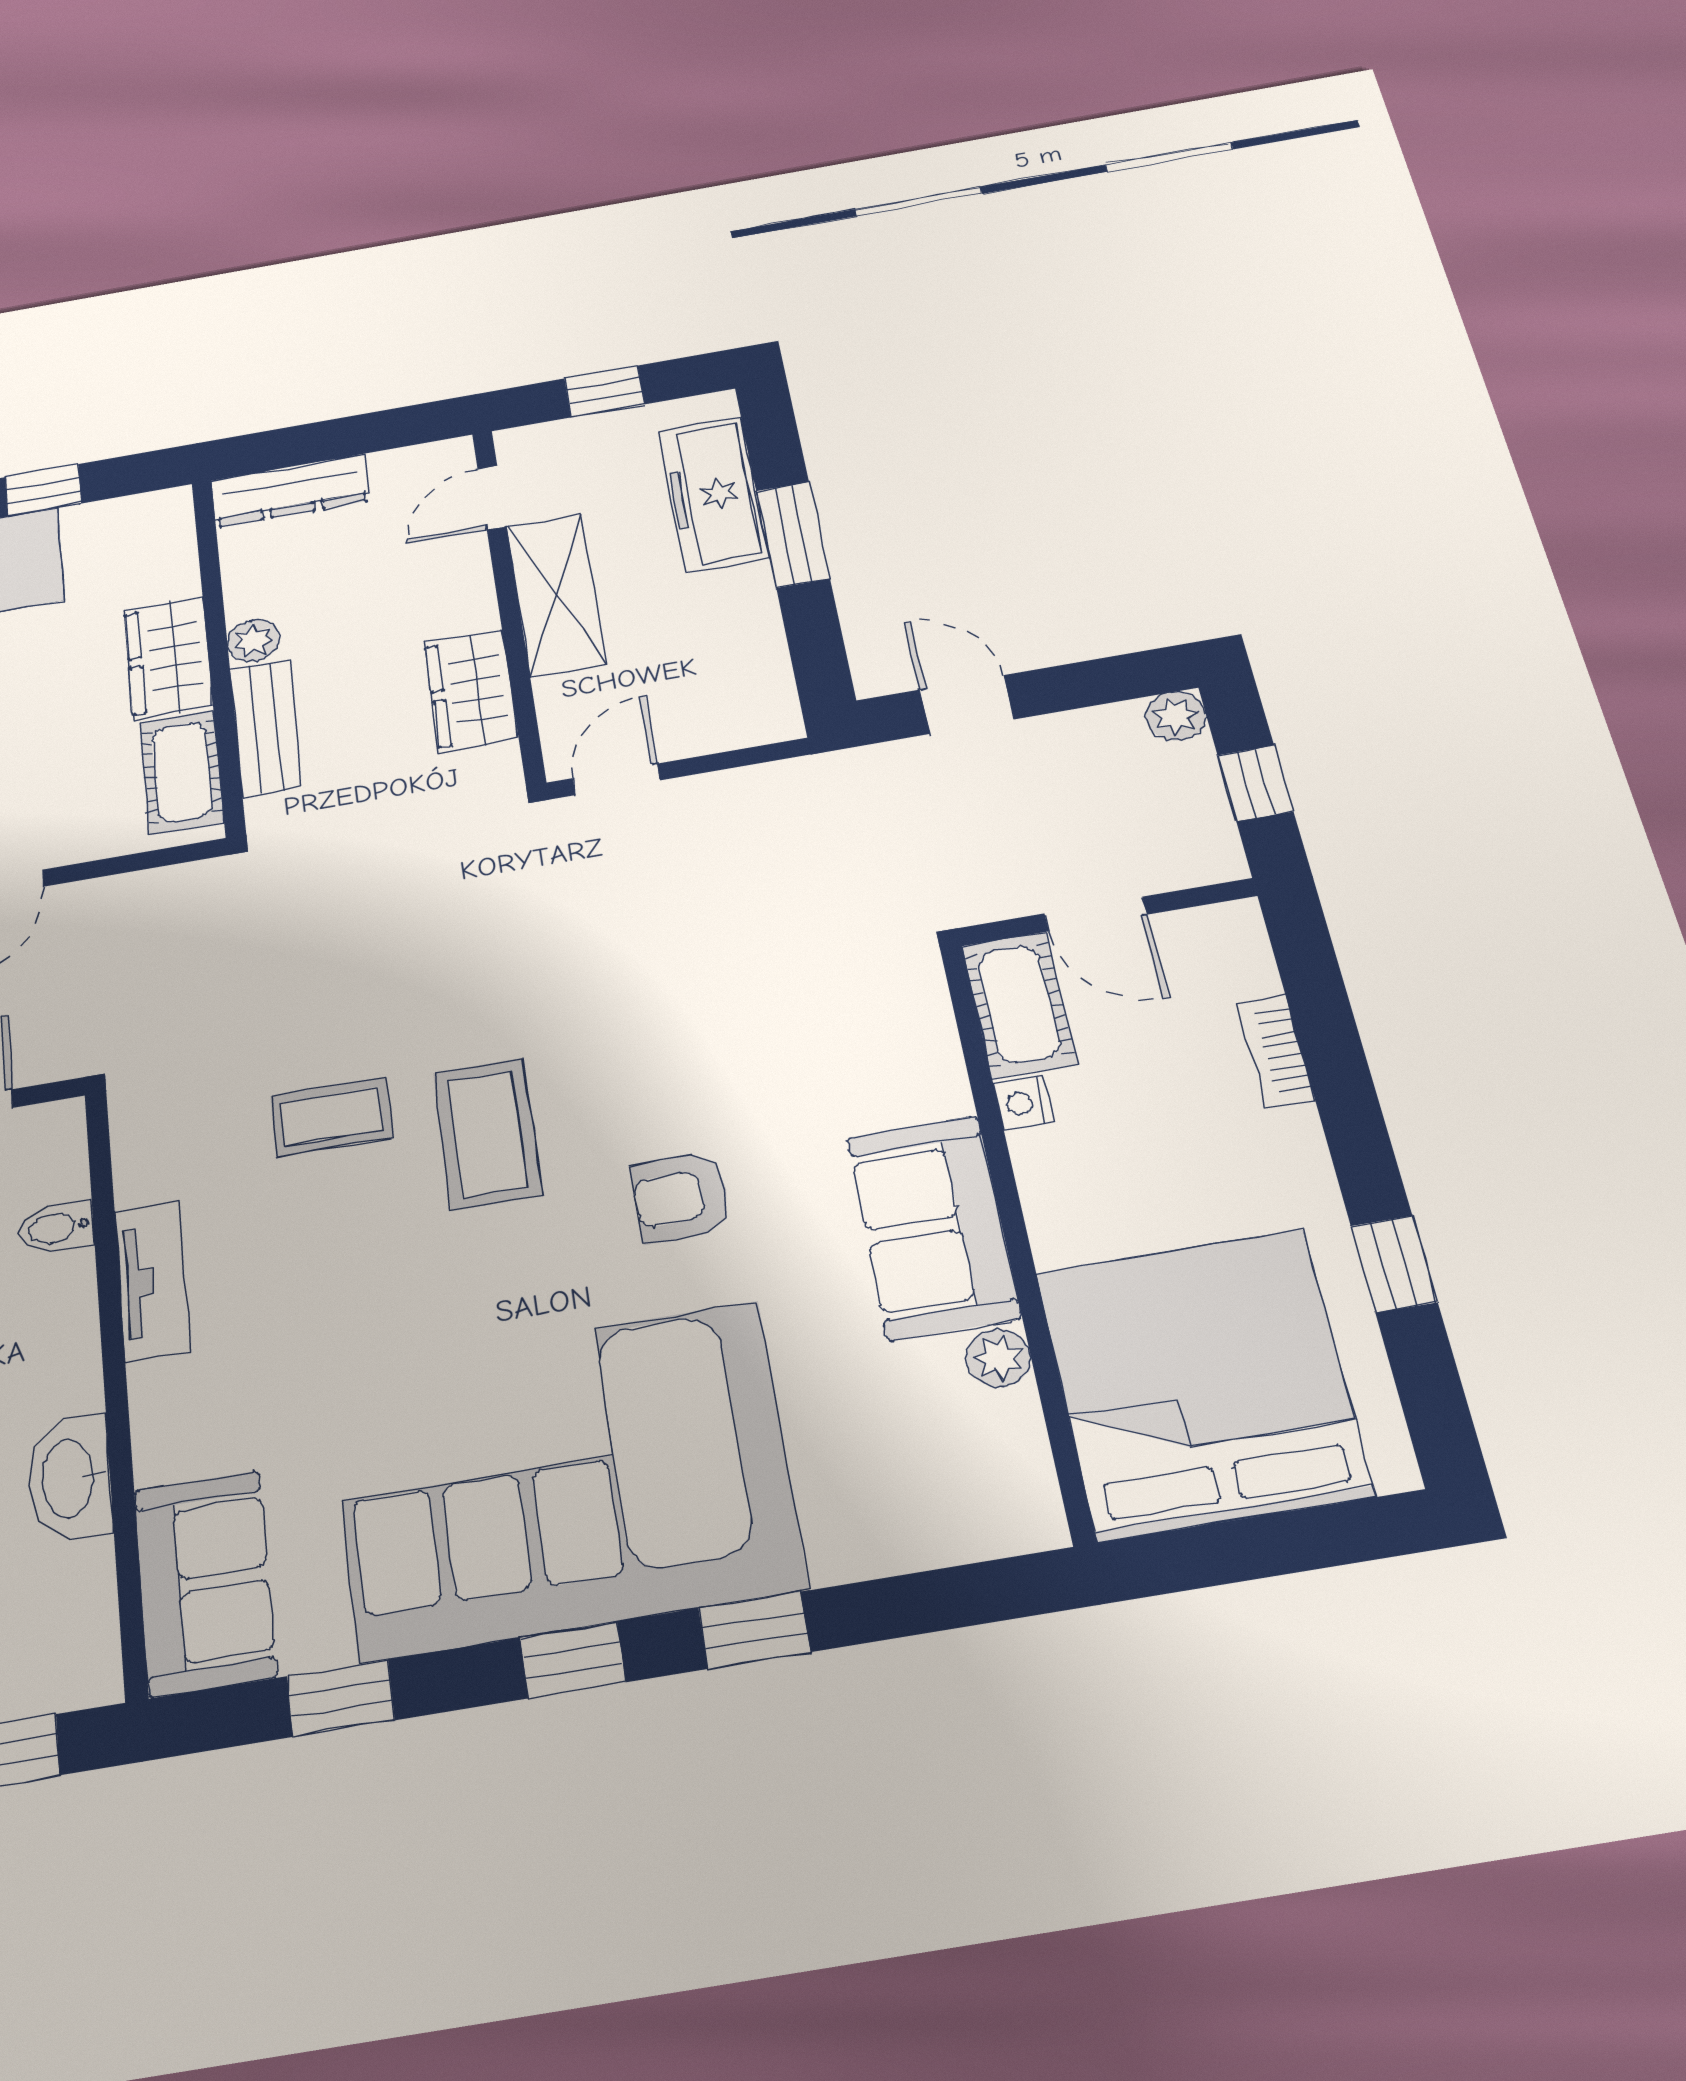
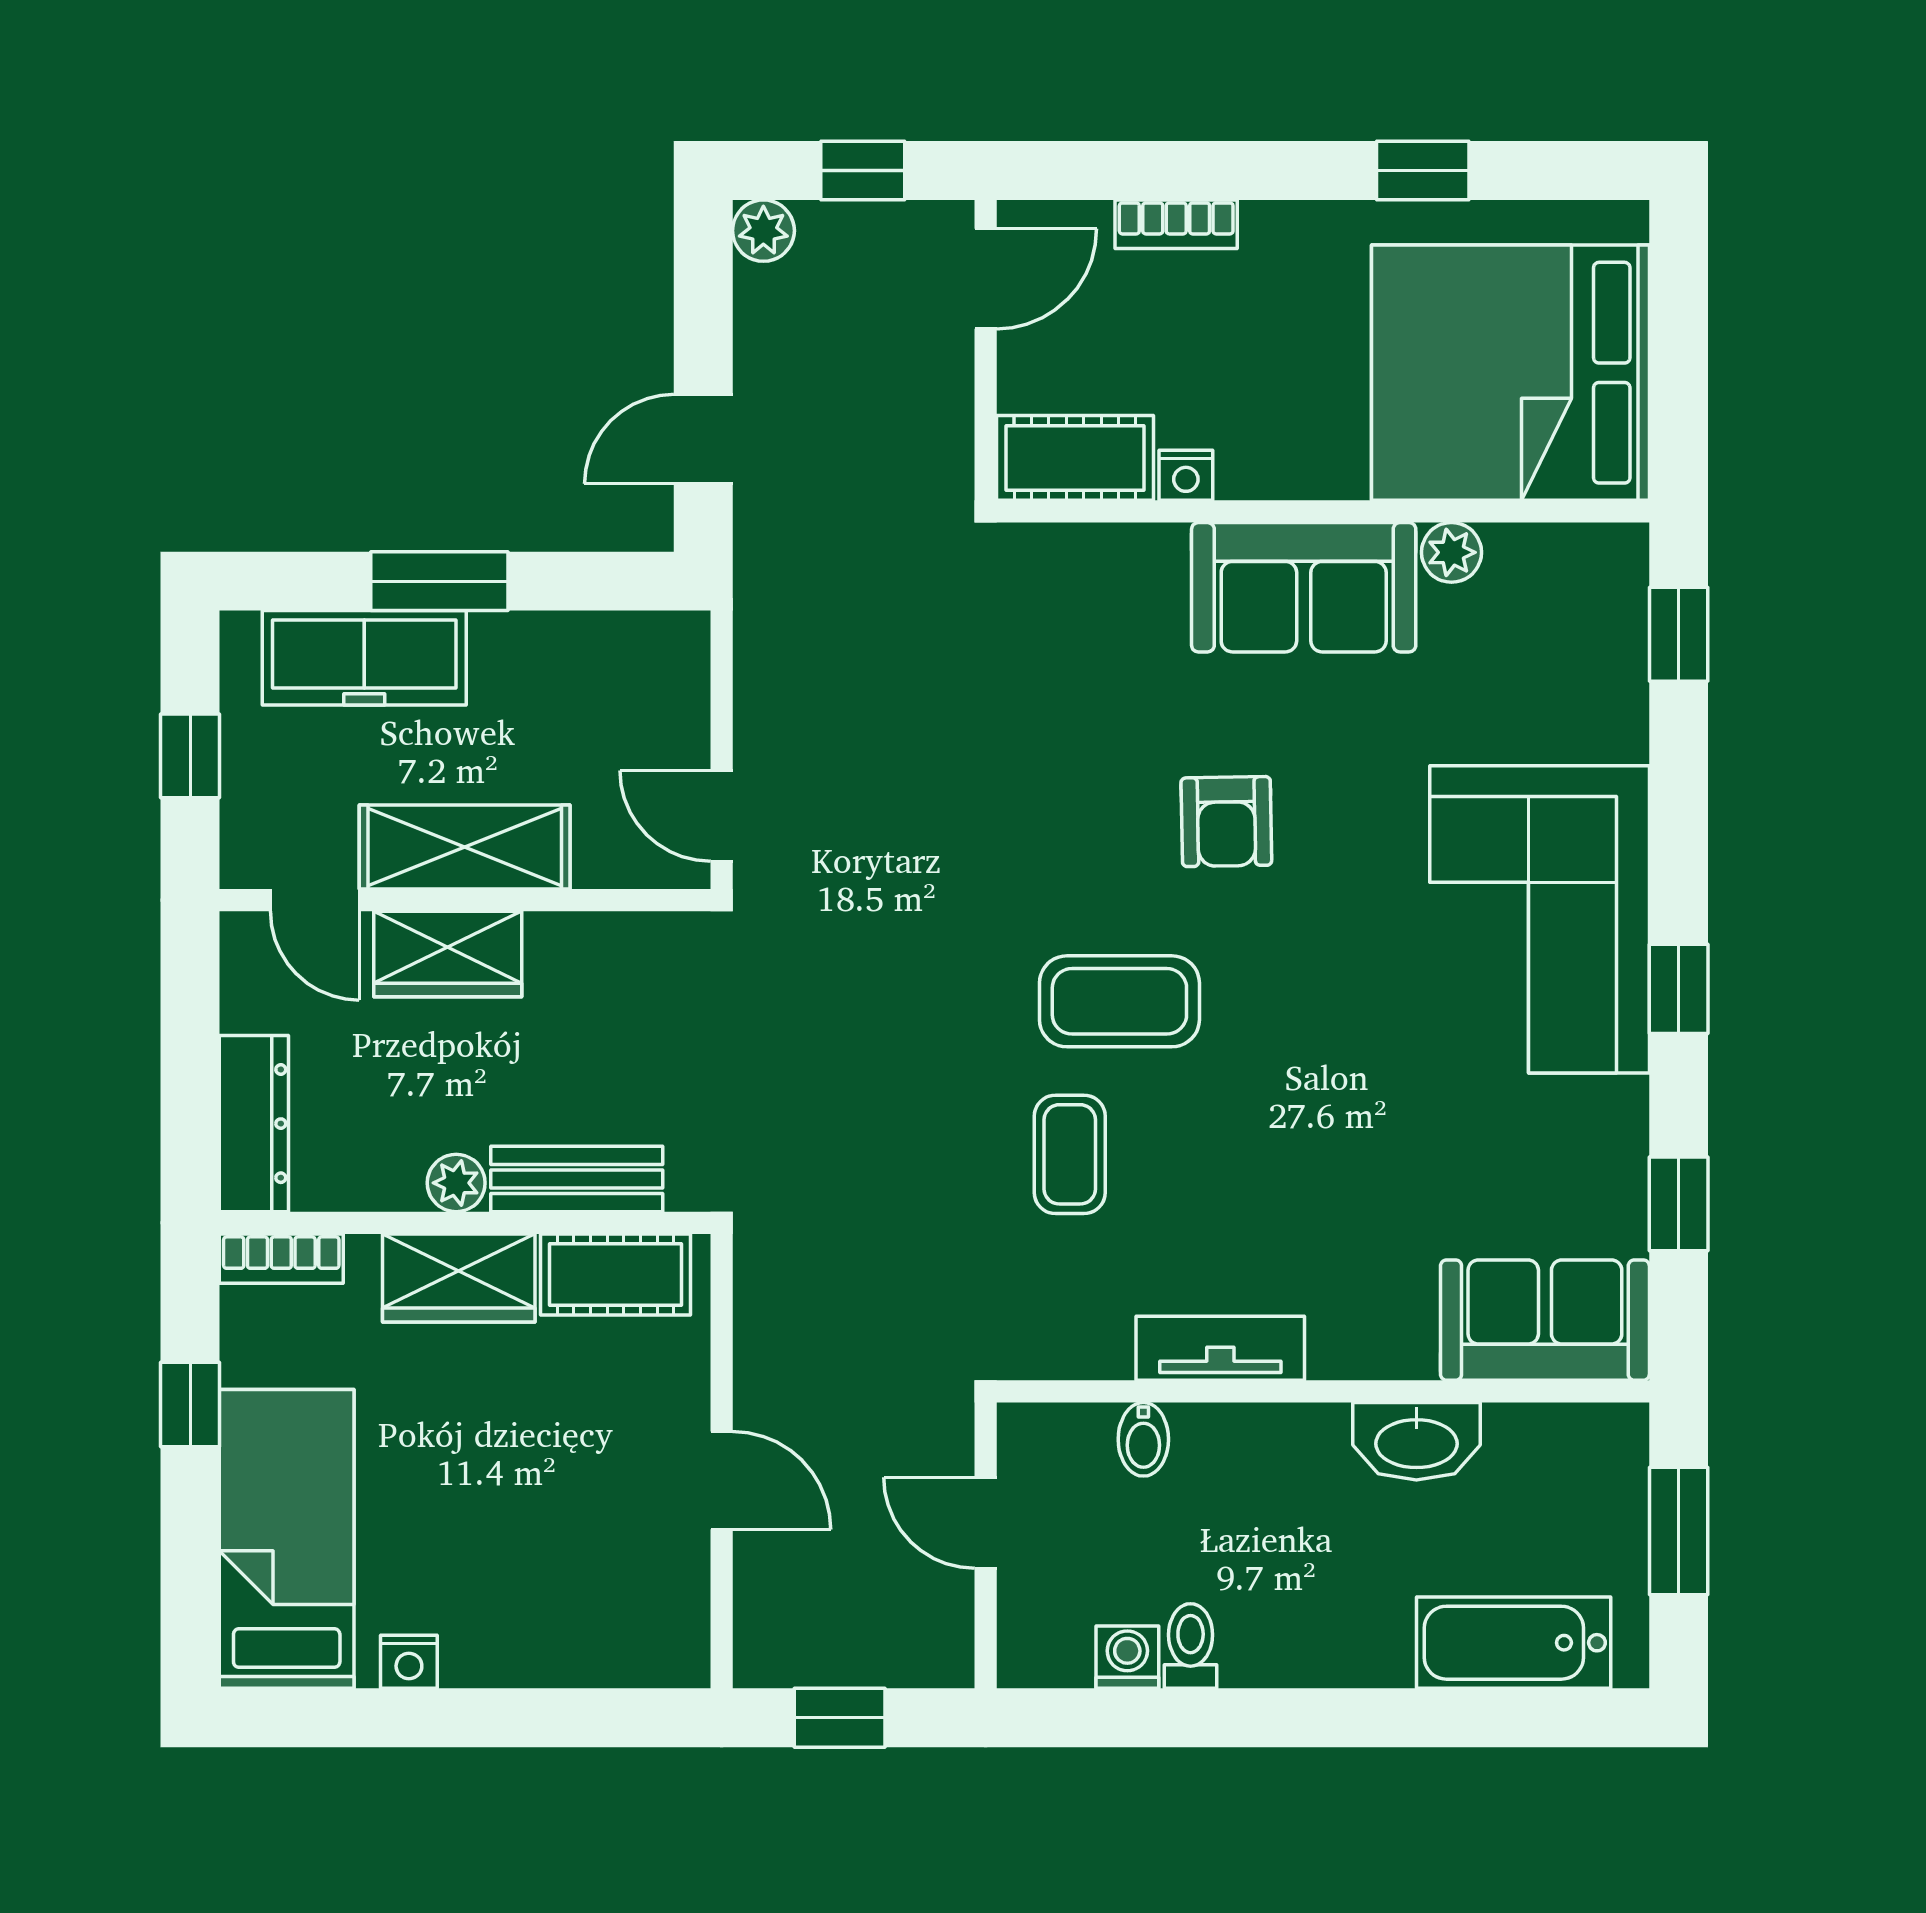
bookcase: (174, 530) -> (281, 1259), added
wardrobe: (471, 691) -> (448, 954), moved
door: (1096, 914) -> (986, 279), moved
corner sofa: (563, 1479) -> (1540, 919), width x0.73, depth x0.74
window: (754, 1630) -> (1679, 634), moved

